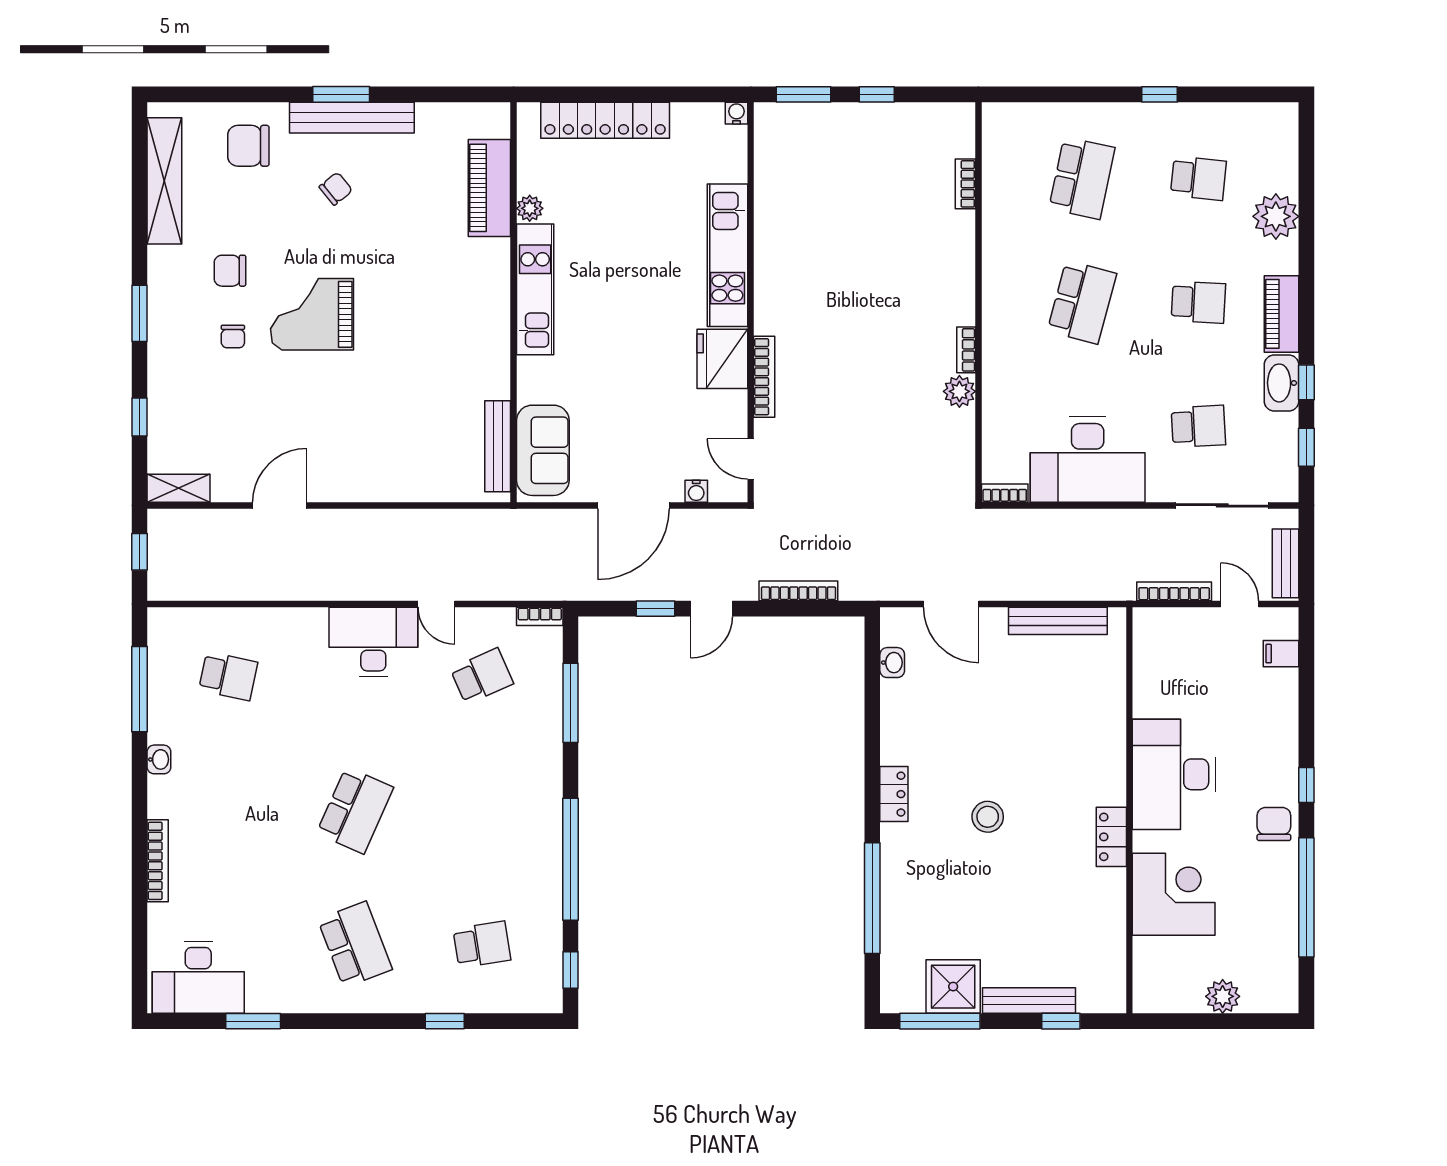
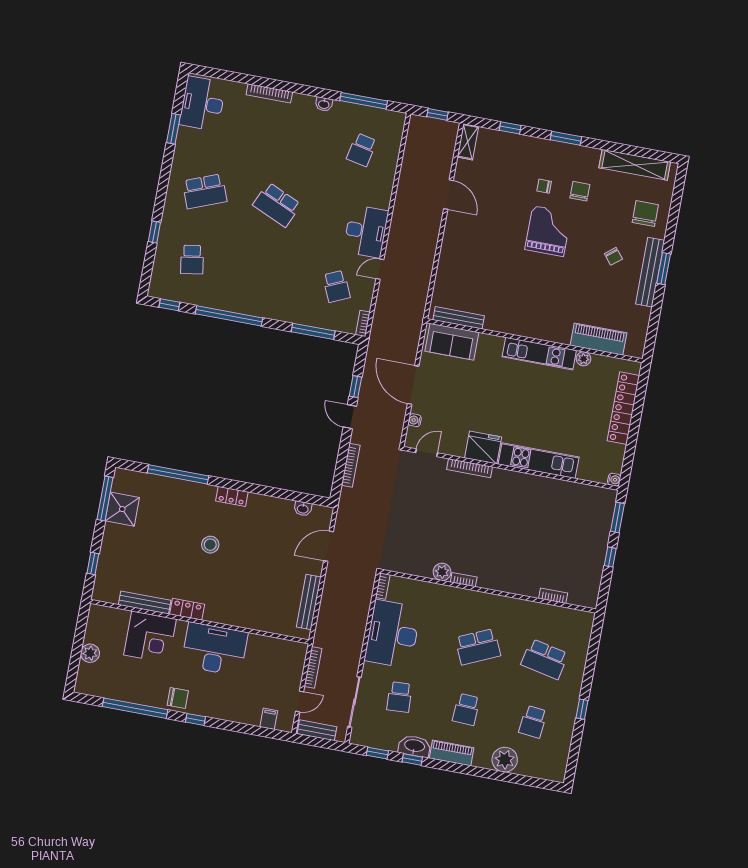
school desk: (1082, 302) -> (478, 647), turned -39
bench: (1029, 1000) -> (145, 602), moved, turned 90

